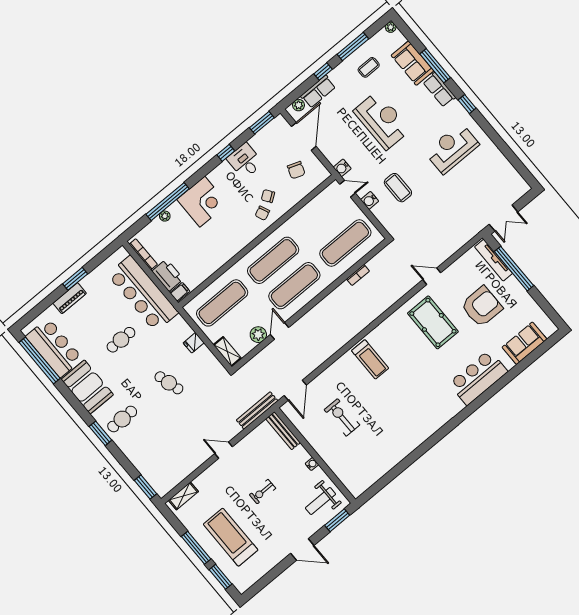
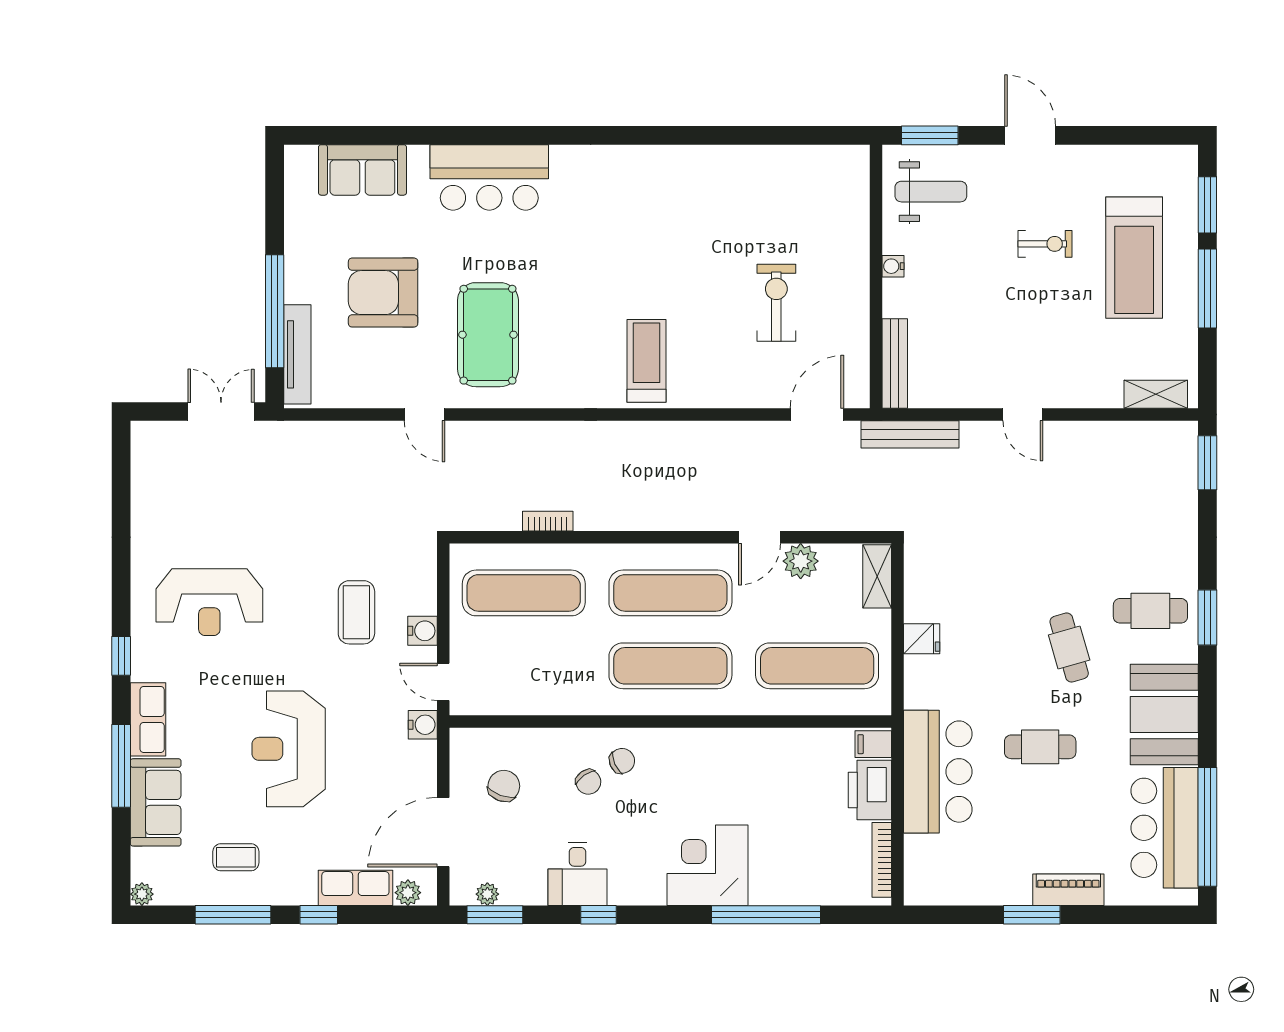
plant: (165, 216) -> (487, 894), moved
bar counter: (143, 294) -> (938, 772), width x0.73
cafe table: (169, 383) -> (1069, 647), moved
exercise bike: (342, 417) -> (776, 303), turned 180
exercise bike: (263, 492) -> (1045, 244), moved

